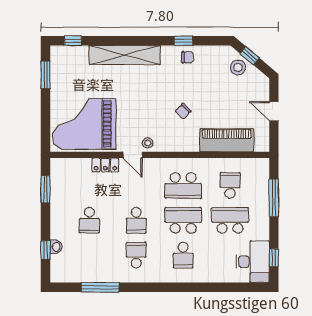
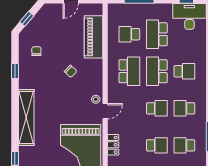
chair: (187, 57) -> (36, 51), moved
stool: (238, 67) -> (36, 28), removed
locker: (105, 165) -> (113, 145), moved
school desk: (89, 255) -> (184, 145), added

